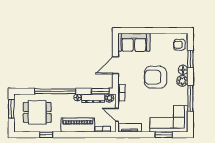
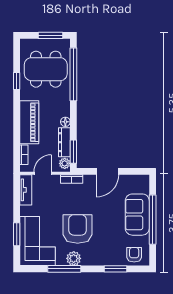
window: (152, 31) -> (153, 220), added
sofa: (134, 42) -> (137, 215), moved
door: (115, 65) -> (107, 171), swing flipped
floor lamp: (183, 70) -> (101, 259), removed
armchair: (155, 77) -> (78, 229), moved
plant: (182, 81) -> (74, 258), moved
window: (55, 91) -> (73, 74), moved
dining table: (37, 112) -> (46, 69), width x1.38

